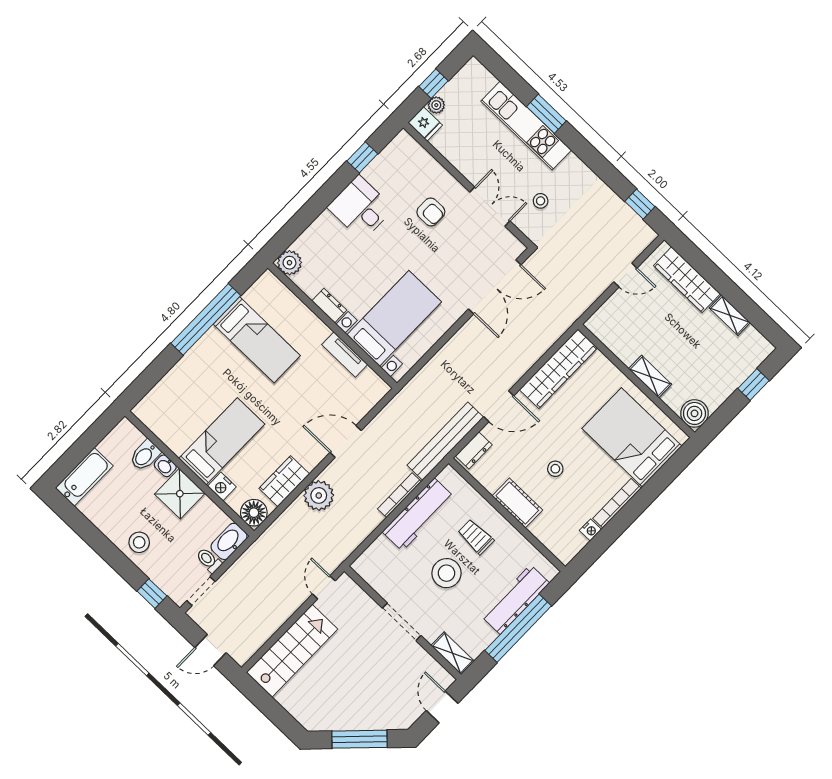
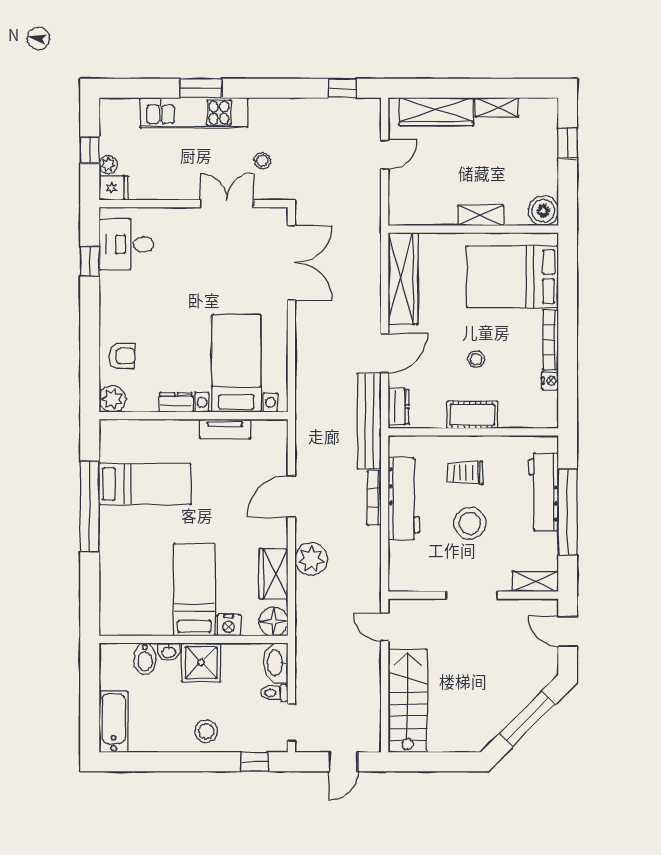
desk: (360, 208) -> (126, 244), moved
armchair: (431, 212) -> (122, 356), moved

